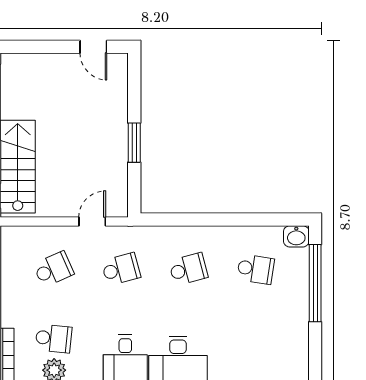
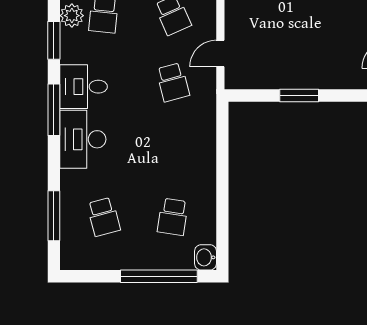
door: (92, 221) -> (220, 54), swing flipped
school desk: (188, 269) -> (104, 217), moved

